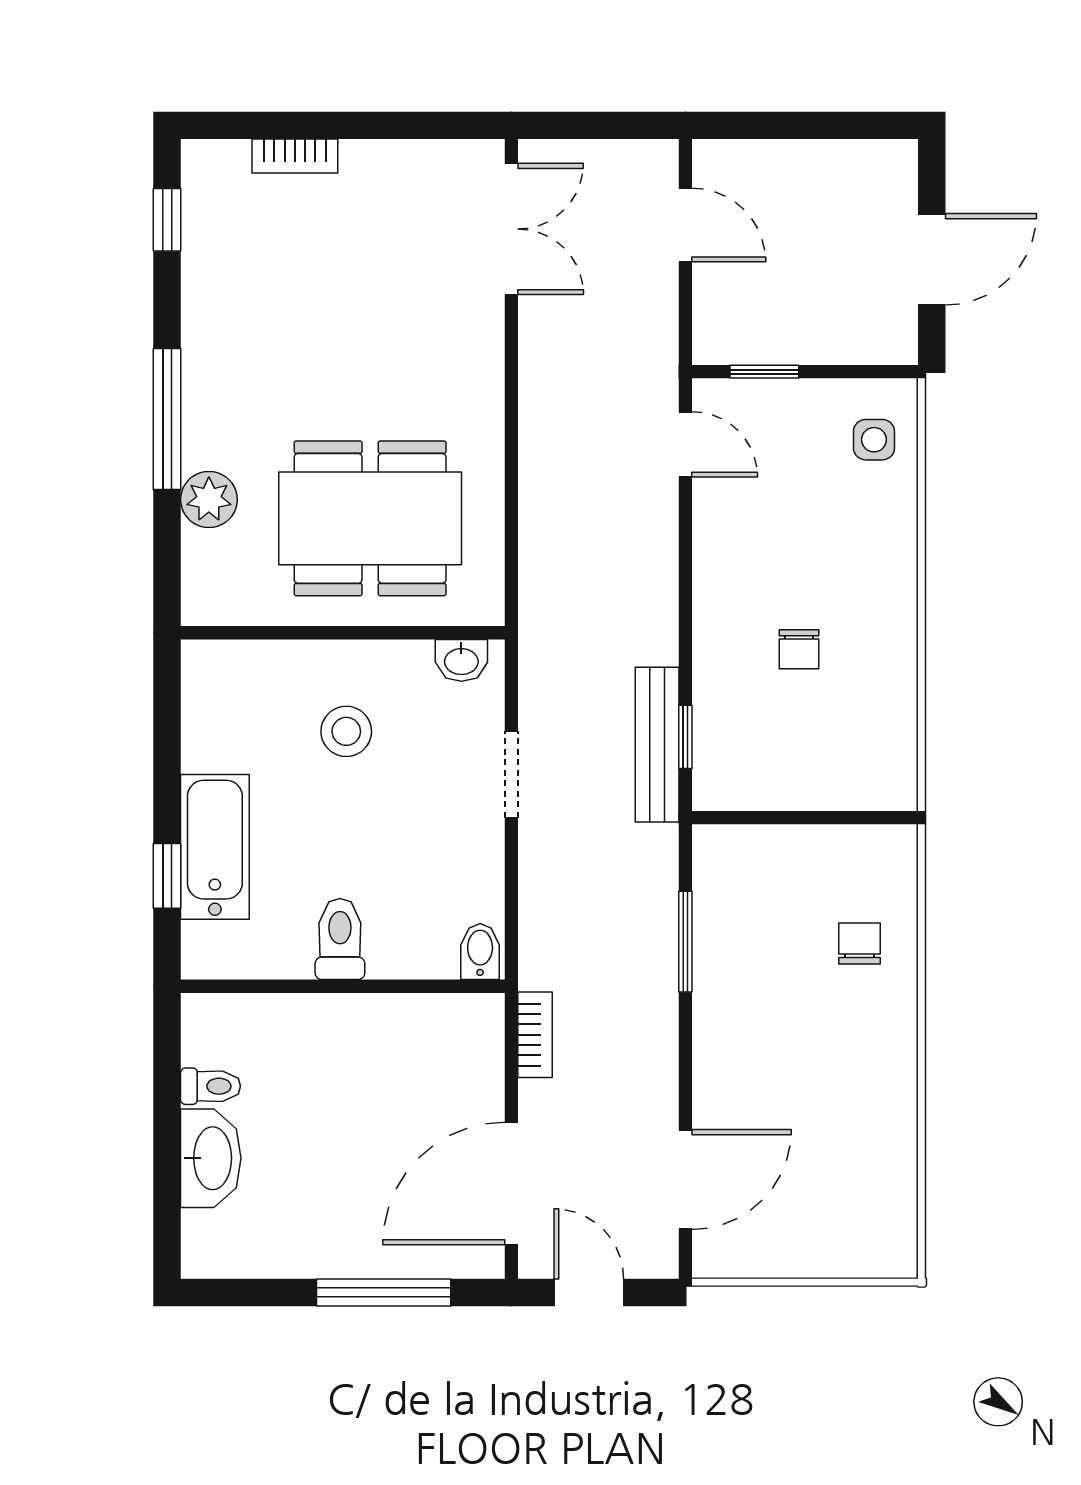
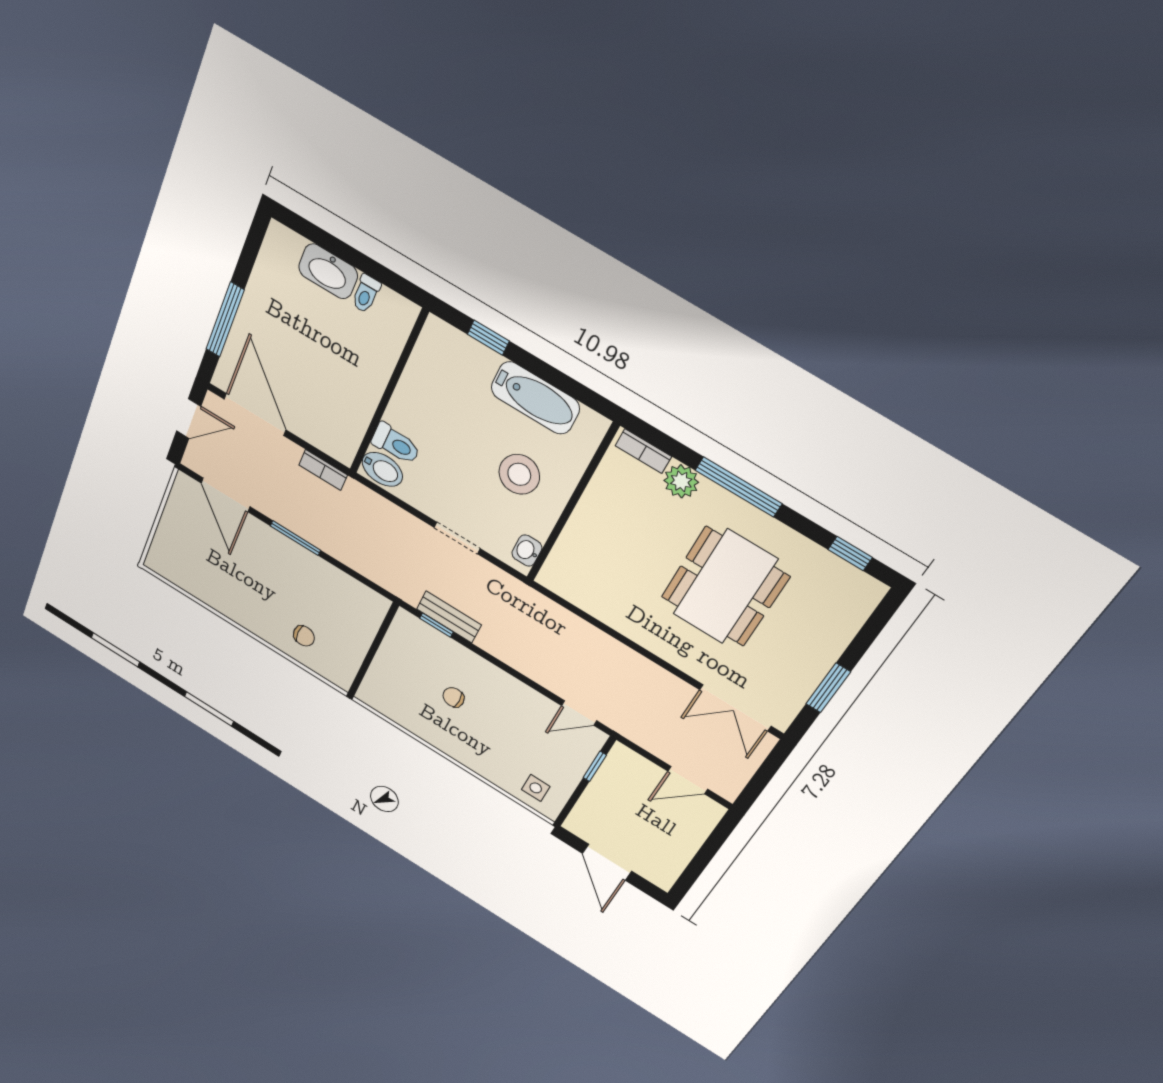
window: (388, 125) -> (828, 688), added
bookcase: (295, 156) -> (643, 451), moved, turned -90
dining table: (370, 518) -> (725, 587), moved
stool: (346, 731) -> (519, 474), width x1.38, depth x1.38
bench: (657, 745) -> (449, 617), width x0.73
bathtub: (215, 847) -> (535, 398), moved
toilet: (340, 939) -> (396, 444), moved
window: (685, 942) -> (295, 538), moved
bidet: (480, 952) -> (382, 469), width x1.38, depth x1.36

